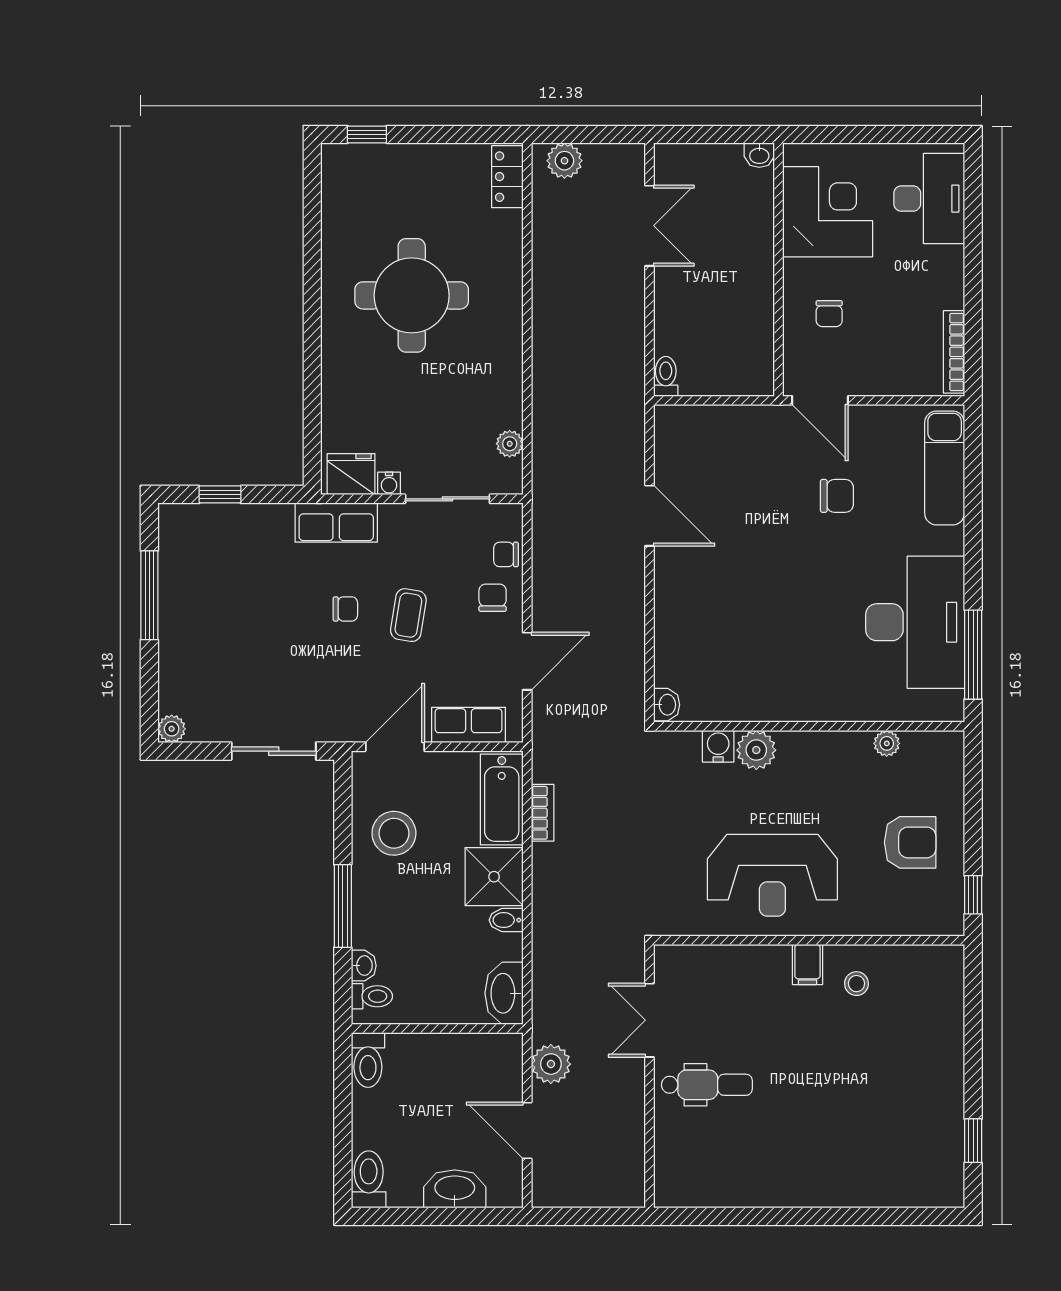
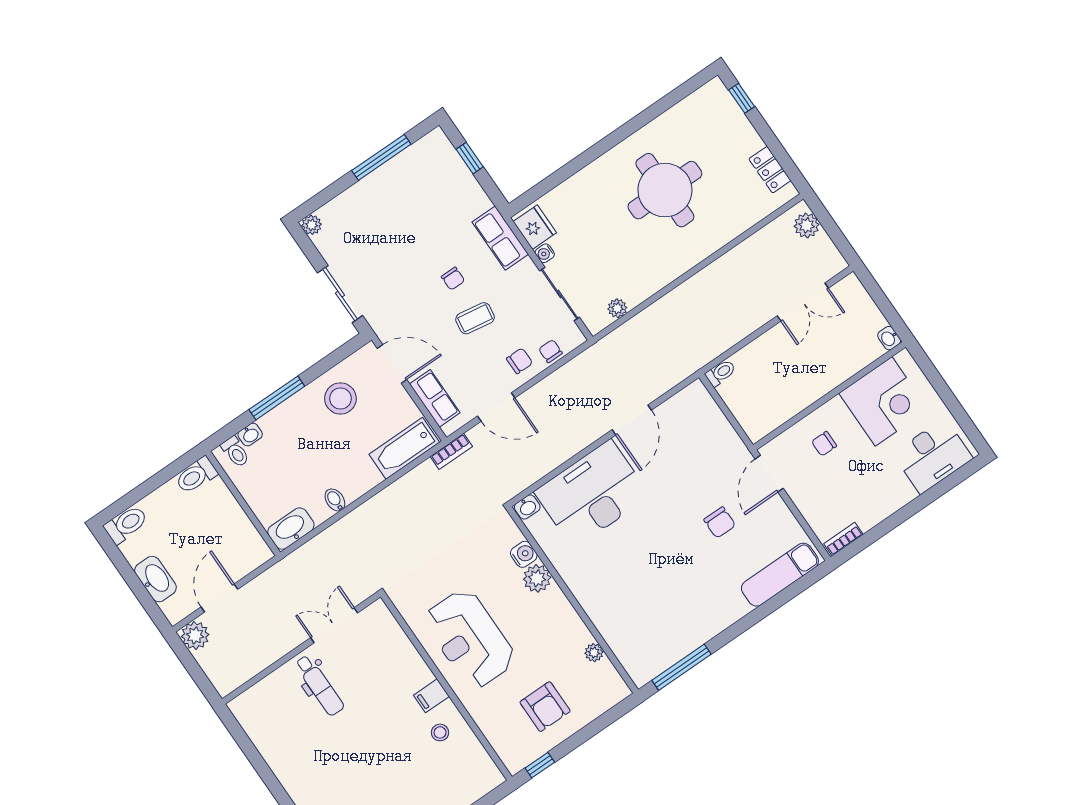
locker: (507, 177) -> (770, 170), moved, turned -90
bookcase: (954, 352) -> (843, 539), width x0.64
desk: (915, 622) -> (592, 494), moved, turned 180
bookcase: (543, 813) -> (451, 451), moved
shower: (494, 877) -> (356, 475), removed
plant: (551, 1064) -> (195, 635), moved

